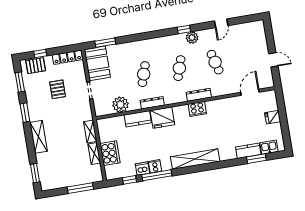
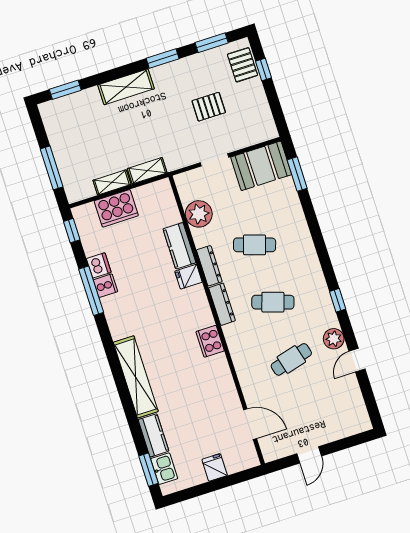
door: (221, 23) -> (357, 360), hinge flipped
plant: (192, 38) -> (334, 339), moved
locker: (67, 57) -> (264, 115), removed
dresser: (199, 95) -> (222, 304), moved
fridge: (162, 118) -> (189, 277), width x0.53, depth x0.75
shelving: (195, 159) -> (136, 377), moved
window: (256, 159) -> (148, 470), moved
window: (130, 180) -> (72, 231), moved

